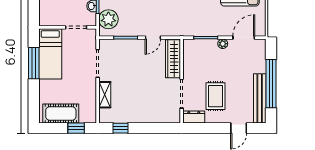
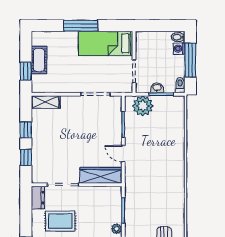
window: (34, 63) -> (81, 26), moved
shelving: (105, 95) -> (46, 102), moved
cot: (61, 114) -> (39, 60), width x0.73, depth x0.75
window: (121, 128) -> (26, 130), moved
window: (156, 128) -> (26, 157), added

